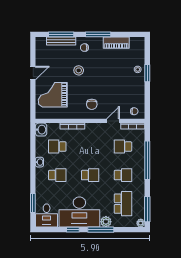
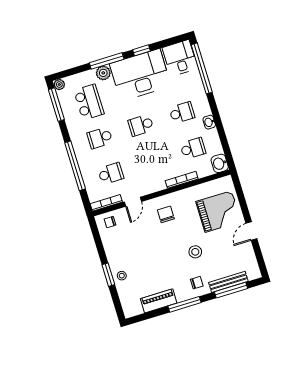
school desk: (57, 175) -> (182, 113), turned 180
window: (33, 203) -> (202, 68), width x2.11
school desk: (123, 204) -> (89, 102), turned 180

